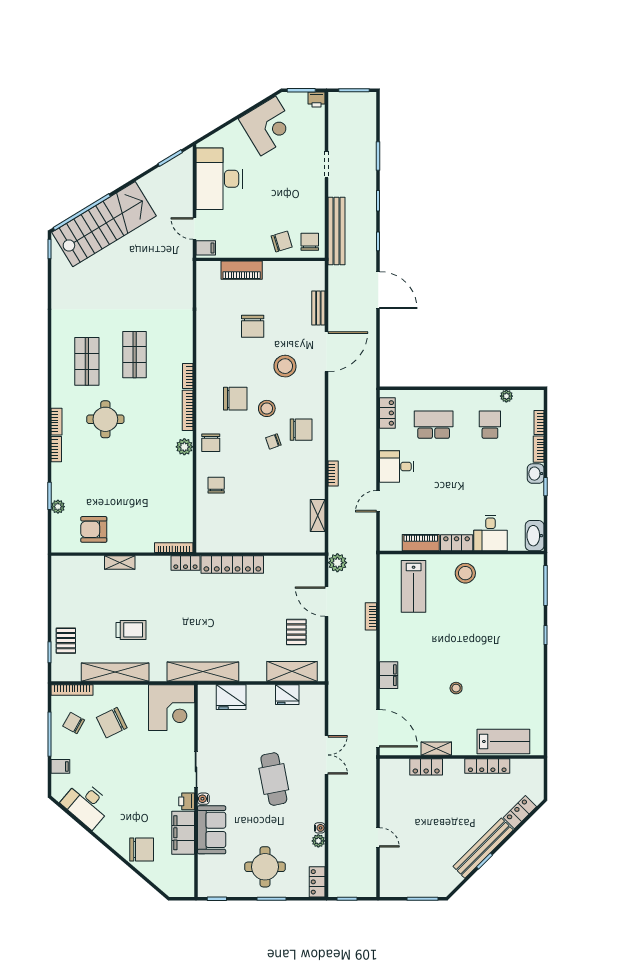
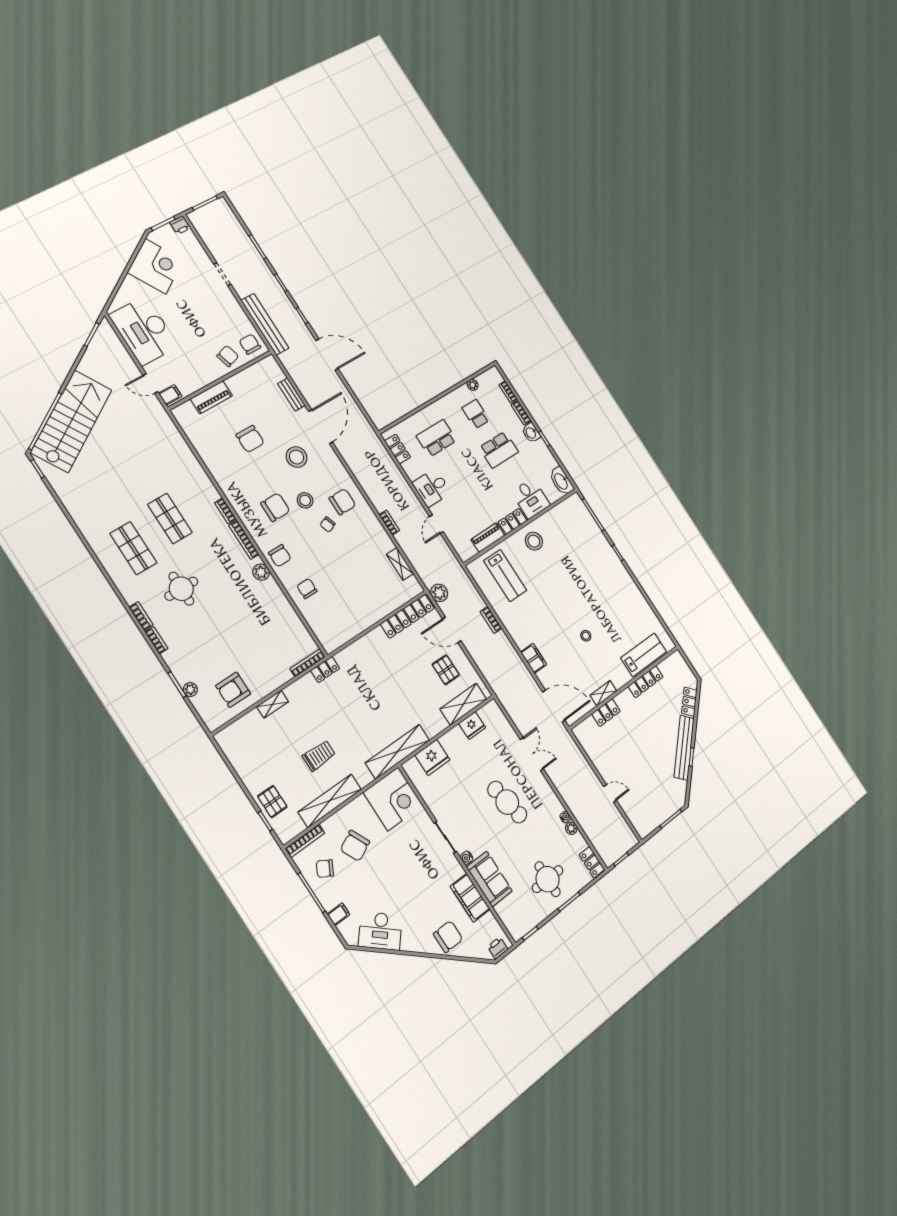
school desk: (490, 470) -> (499, 450), added
locker: (232, 565) -> (407, 616), moved
printer: (187, 801) -> (498, 948), moved, turned 90

